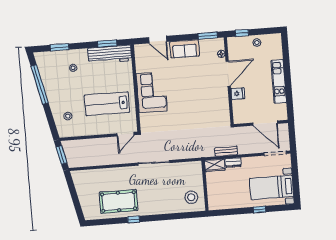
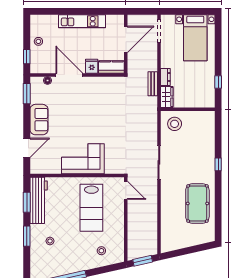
window: (60, 47) -> (27, 236), moved
kitchen counter: (239, 112) -> (111, 67), added
stool: (191, 197) -> (175, 124), moved
window: (260, 210) -> (218, 82), moved
window: (134, 219) -> (218, 164), moved

